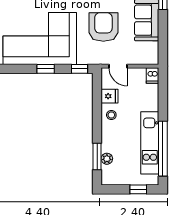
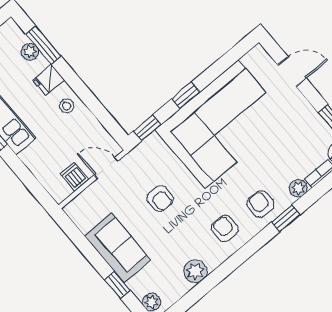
armchair: (103, 27) -> (160, 199), width x0.53, depth x0.53
dishwasher: (153, 75) -> (74, 177), moved
fridge: (110, 96) -> (49, 80), moved

